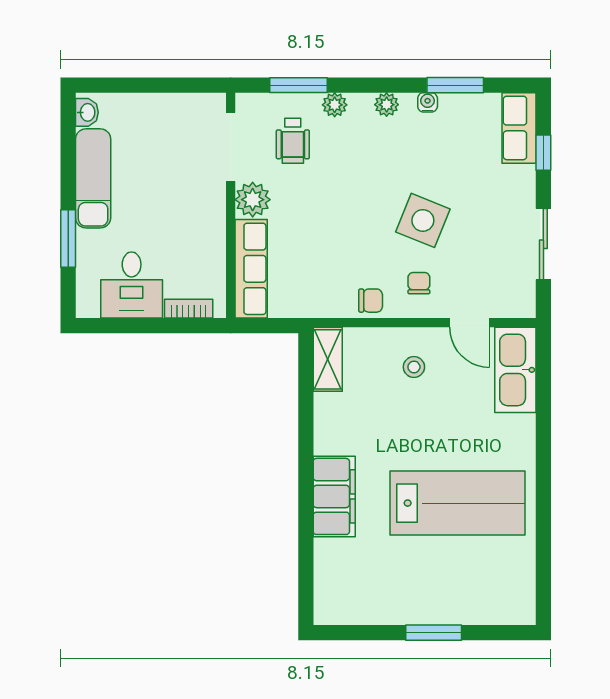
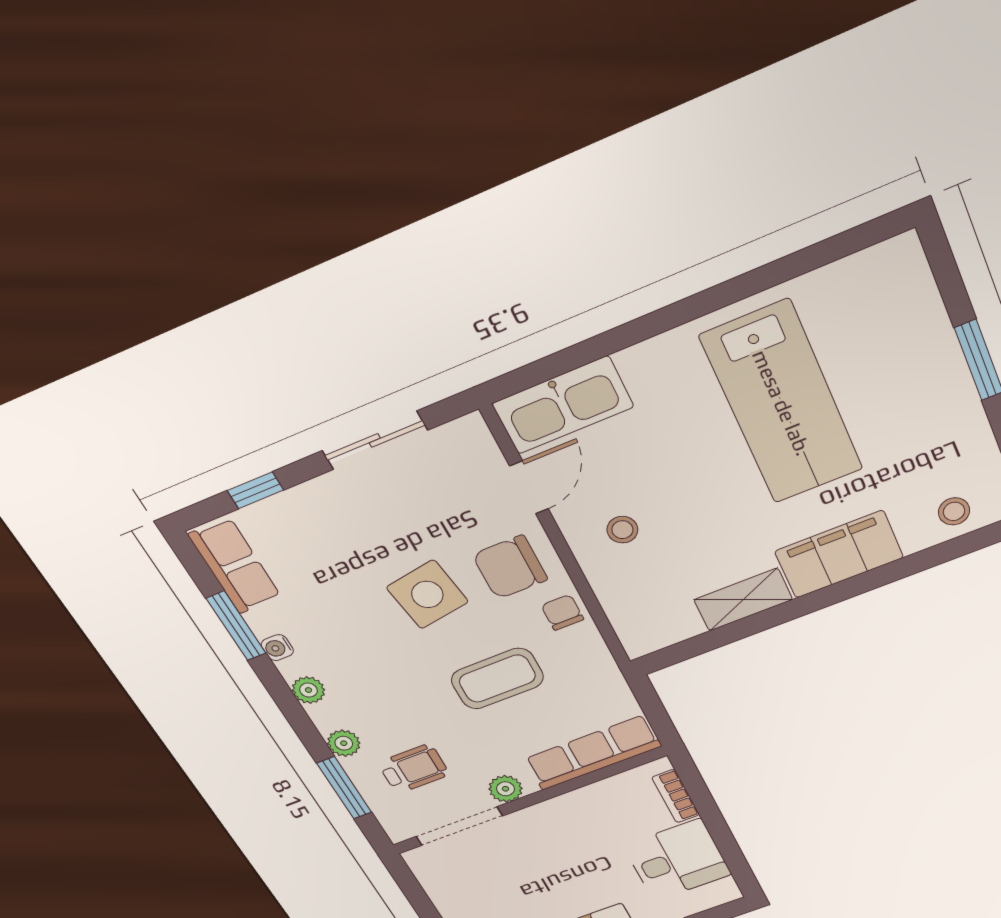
row of seats: (519, 128) -> (235, 566), moved, turned -90
plant: (253, 200) -> (506, 789), width x0.73, depth x0.73
side table: (423, 220) -> (427, 594), turned -31
coffee table: (339, 234) -> (497, 679), added
chair: (419, 283) -> (510, 567), width x1.87, depth x1.87
shelving: (328, 359) -> (743, 600), moved
lab bench: (458, 503) -> (782, 403), turned 180
stool: (334, 581) -> (954, 511), added

